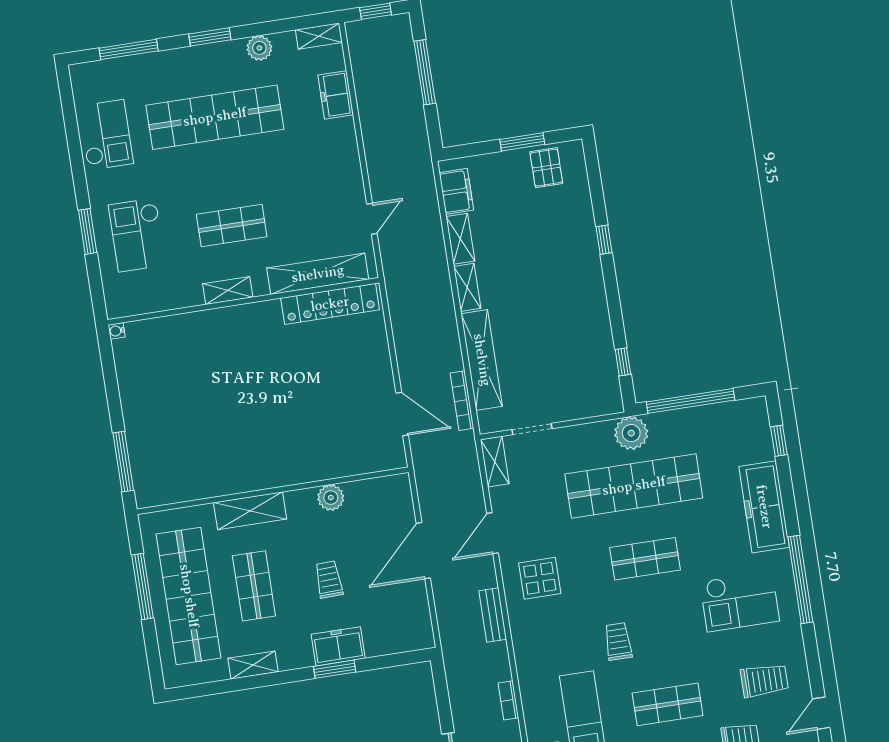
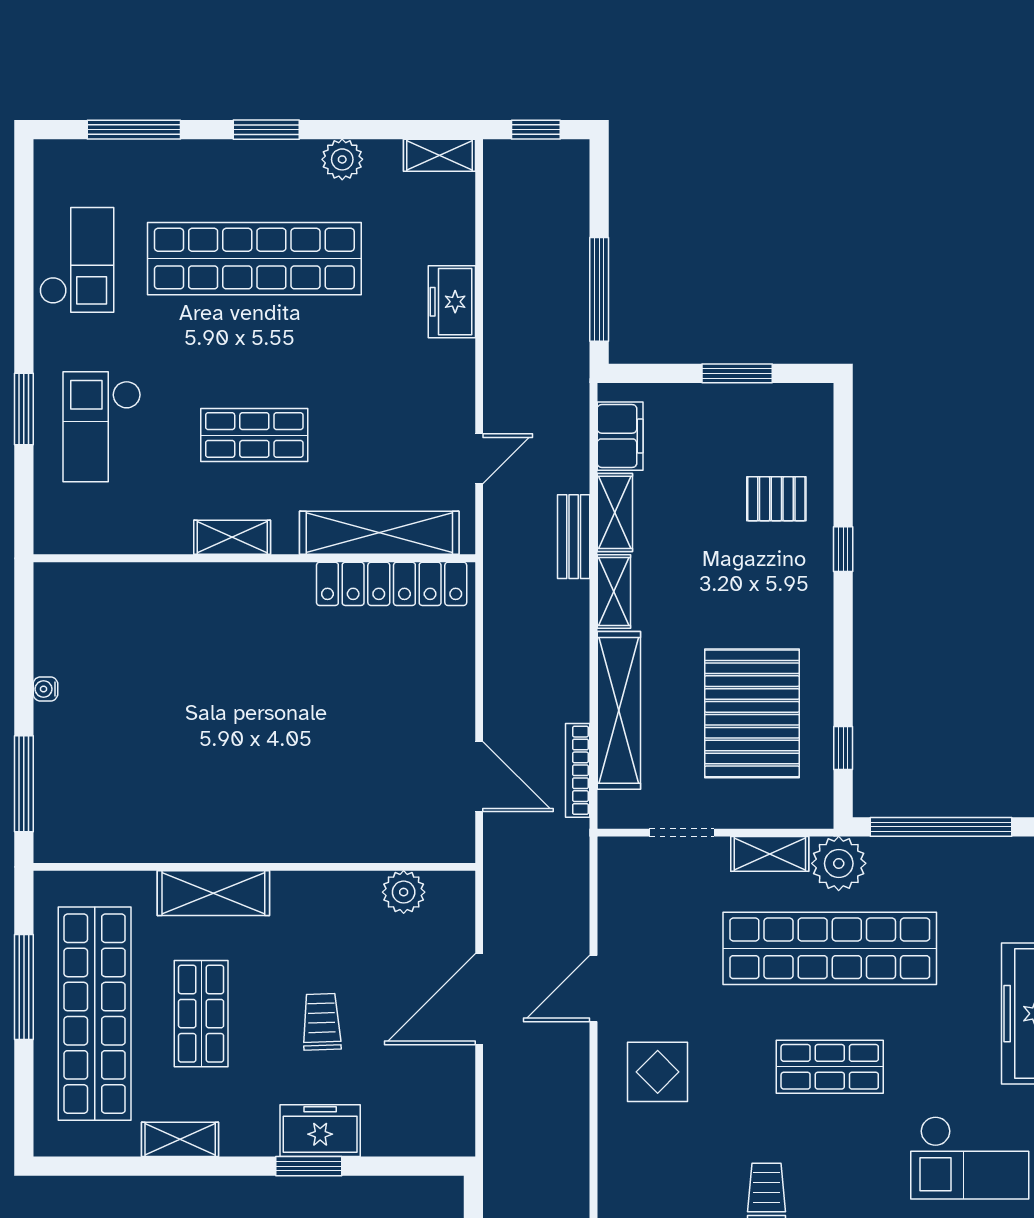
window: (425, 72) -> (599, 289), moved
freezer: (336, 95) -> (452, 302), moved
pallet: (546, 168) -> (776, 499), moved, turned 90
water cooler: (117, 331) -> (45, 689), moved
pallet: (564, 349) -> (752, 713), added
shelving: (495, 462) -> (770, 854), moved, turned 90
plant: (331, 498) -> (404, 892), moved
bench: (493, 615) -> (574, 537), moved

